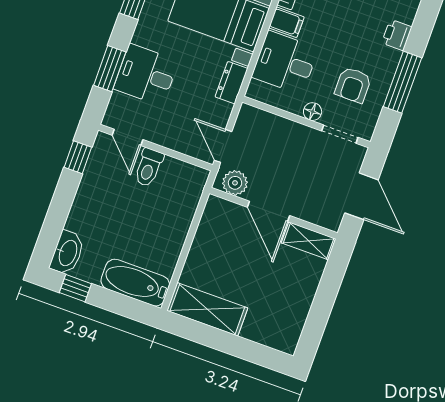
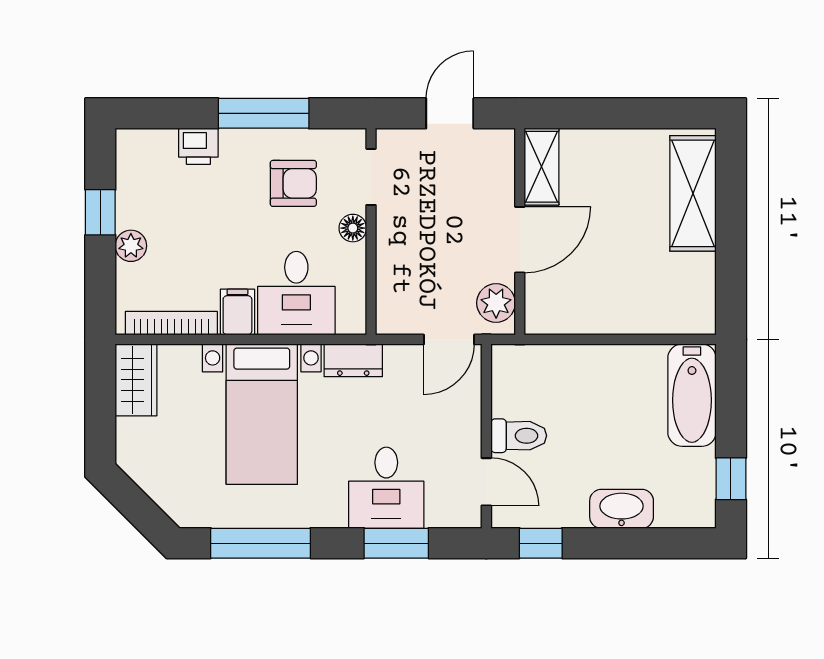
door: (127, 137) -> (486, 482), hinge flipped
door: (361, 196) -> (450, 113), width x0.73
washbasin: (67, 253) -> (622, 509), moved
shelving: (207, 309) -> (693, 193), moved

